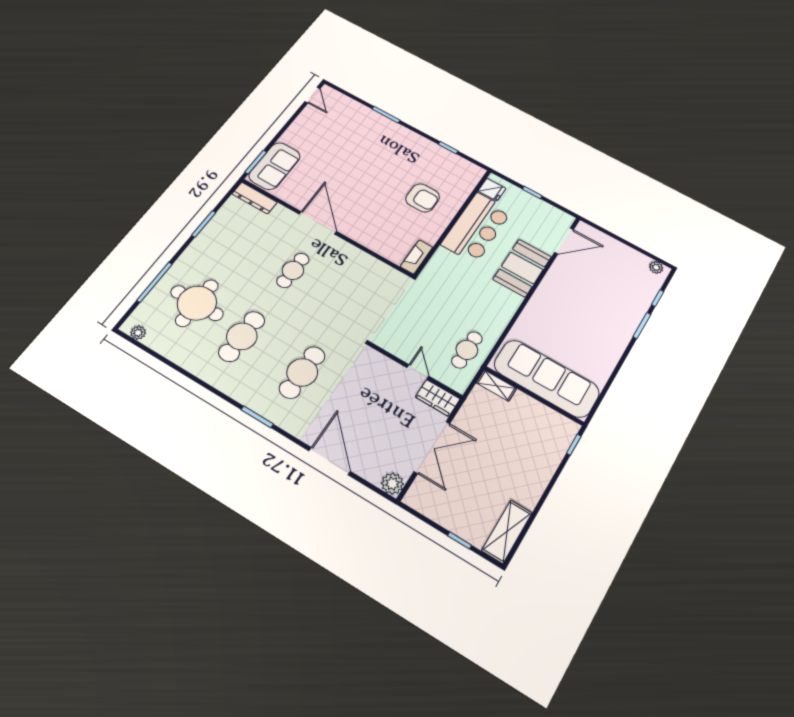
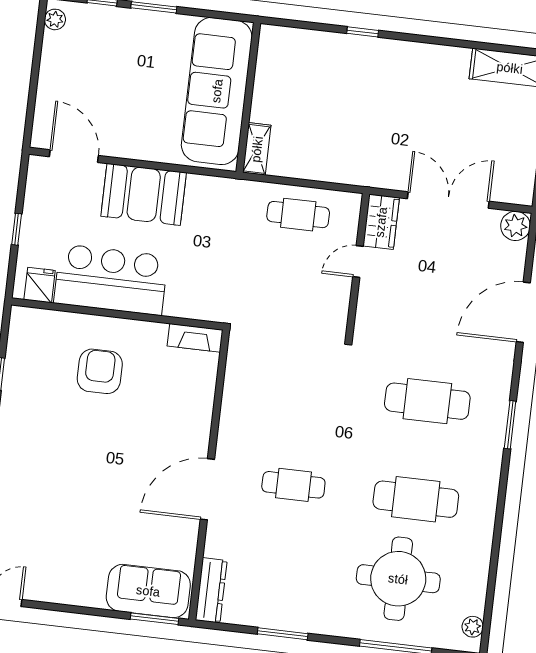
sofa: (547, 378) -> (217, 91), moved
shelving: (496, 386) -> (257, 149), moved
wall: (534, 396) -> (248, 97), moved

